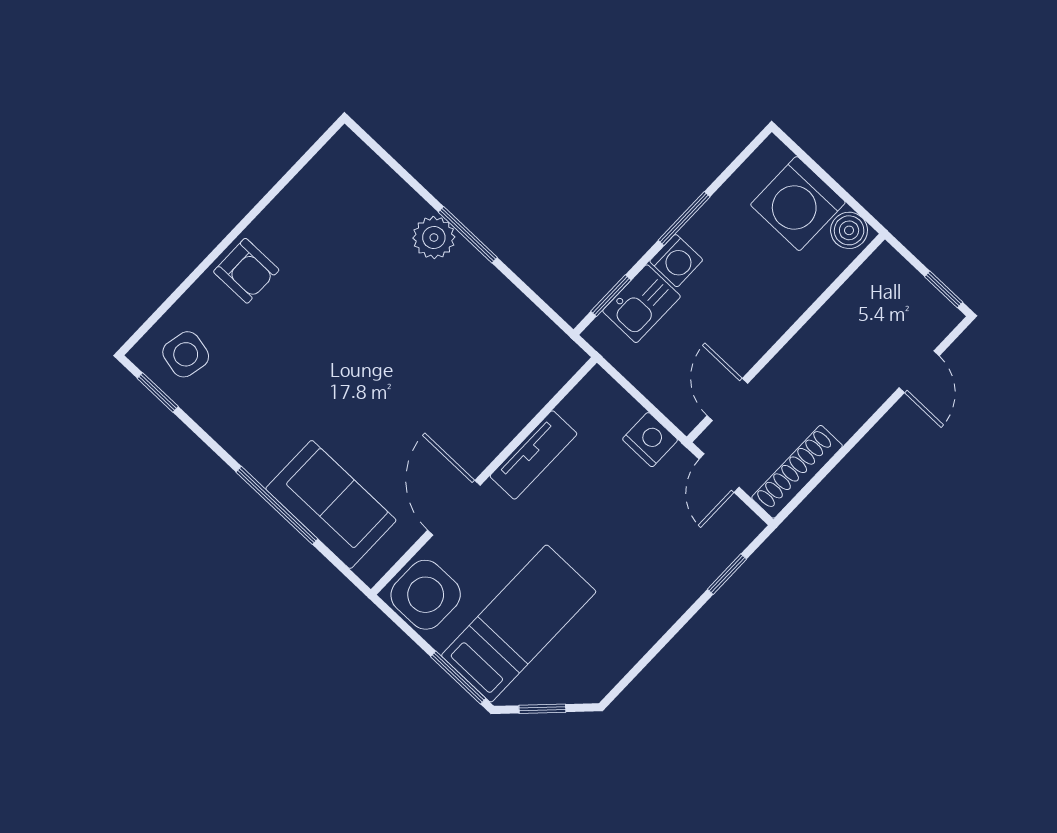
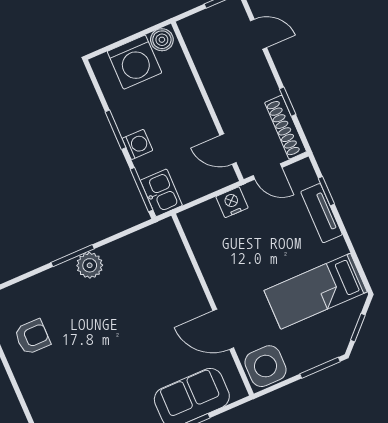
plant: (434, 238) -> (90, 265), moved
armchair: (246, 271) -> (32, 337), moved
window: (611, 296) -> (141, 190), width x1.50
kitchen sink: (642, 304) -> (161, 193), moved
tv unit: (533, 455) -> (321, 213), moved, turned 180
window: (837, 459) -> (288, 102), added
bed: (519, 623) -> (316, 291), moved, turned -90

